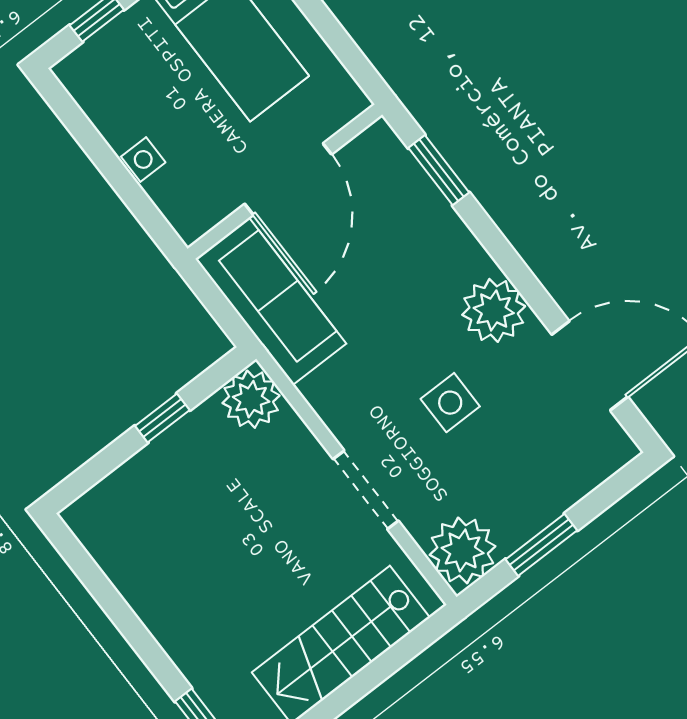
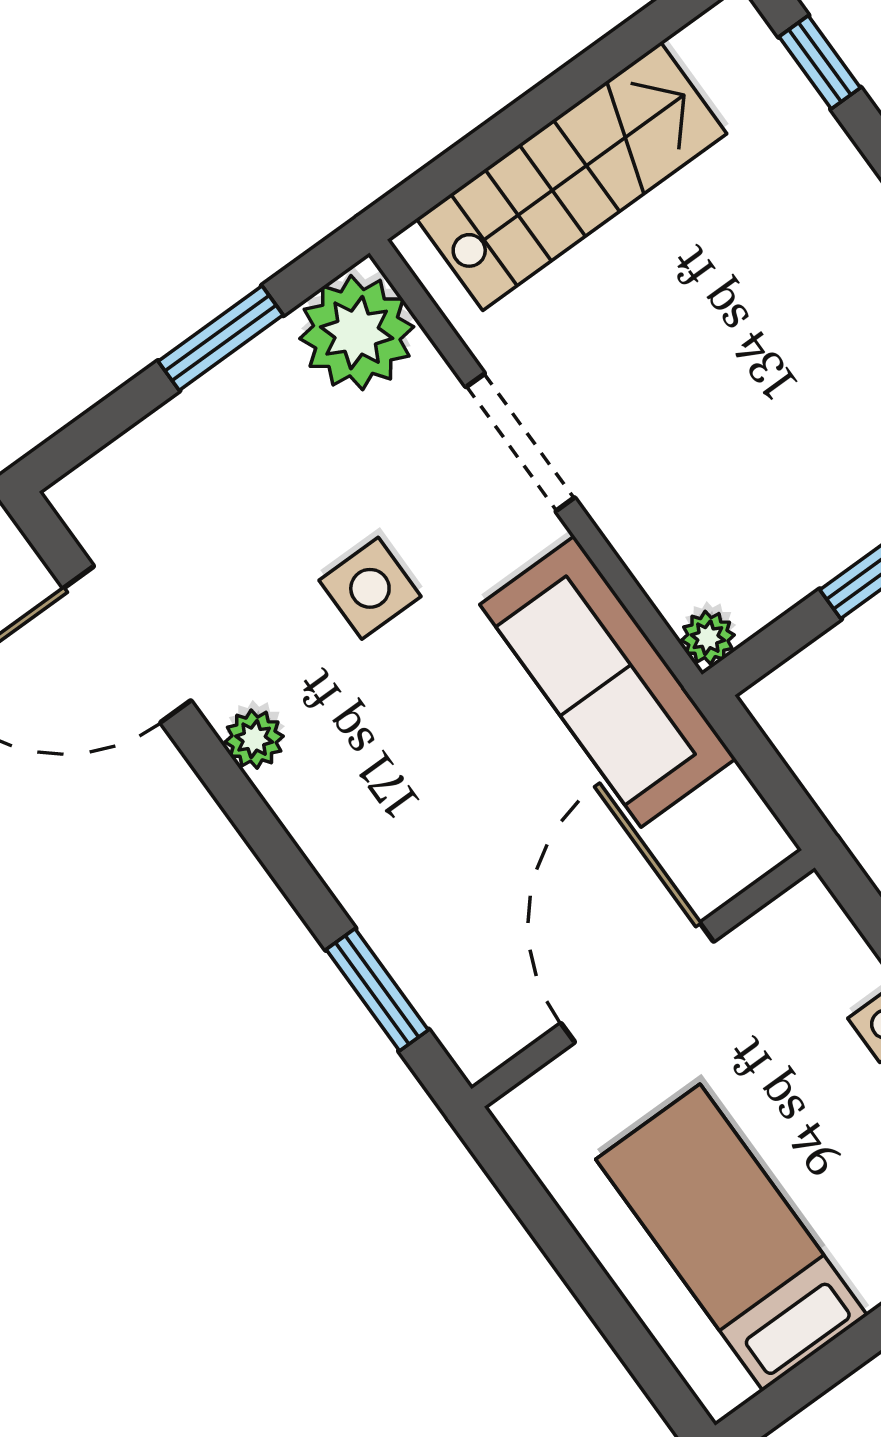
sofa: (271, 301) -> (608, 682), moved
plant: (494, 310) -> (254, 739), width x0.53, depth x0.53
plant: (251, 399) -> (708, 638), width x0.53, depth x0.53

